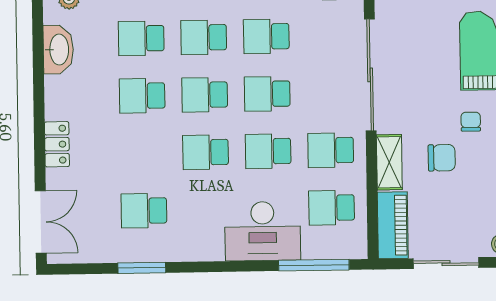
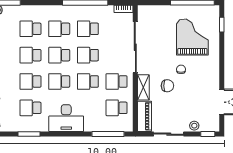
school desk: (143, 153) -> (30, 81), added
desk: (263, 231) -> (66, 118), moved

